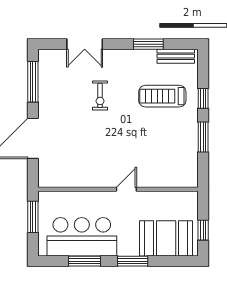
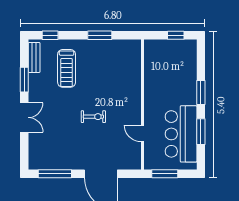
double door: (85, 44) -> (24, 117), moved
exercise bike: (100, 95) -> (93, 117), moved
window: (203, 98) -> (50, 35), moved
door: (126, 189) -> (142, 133), moved
booth: (166, 238) -> (182, 65), removed

